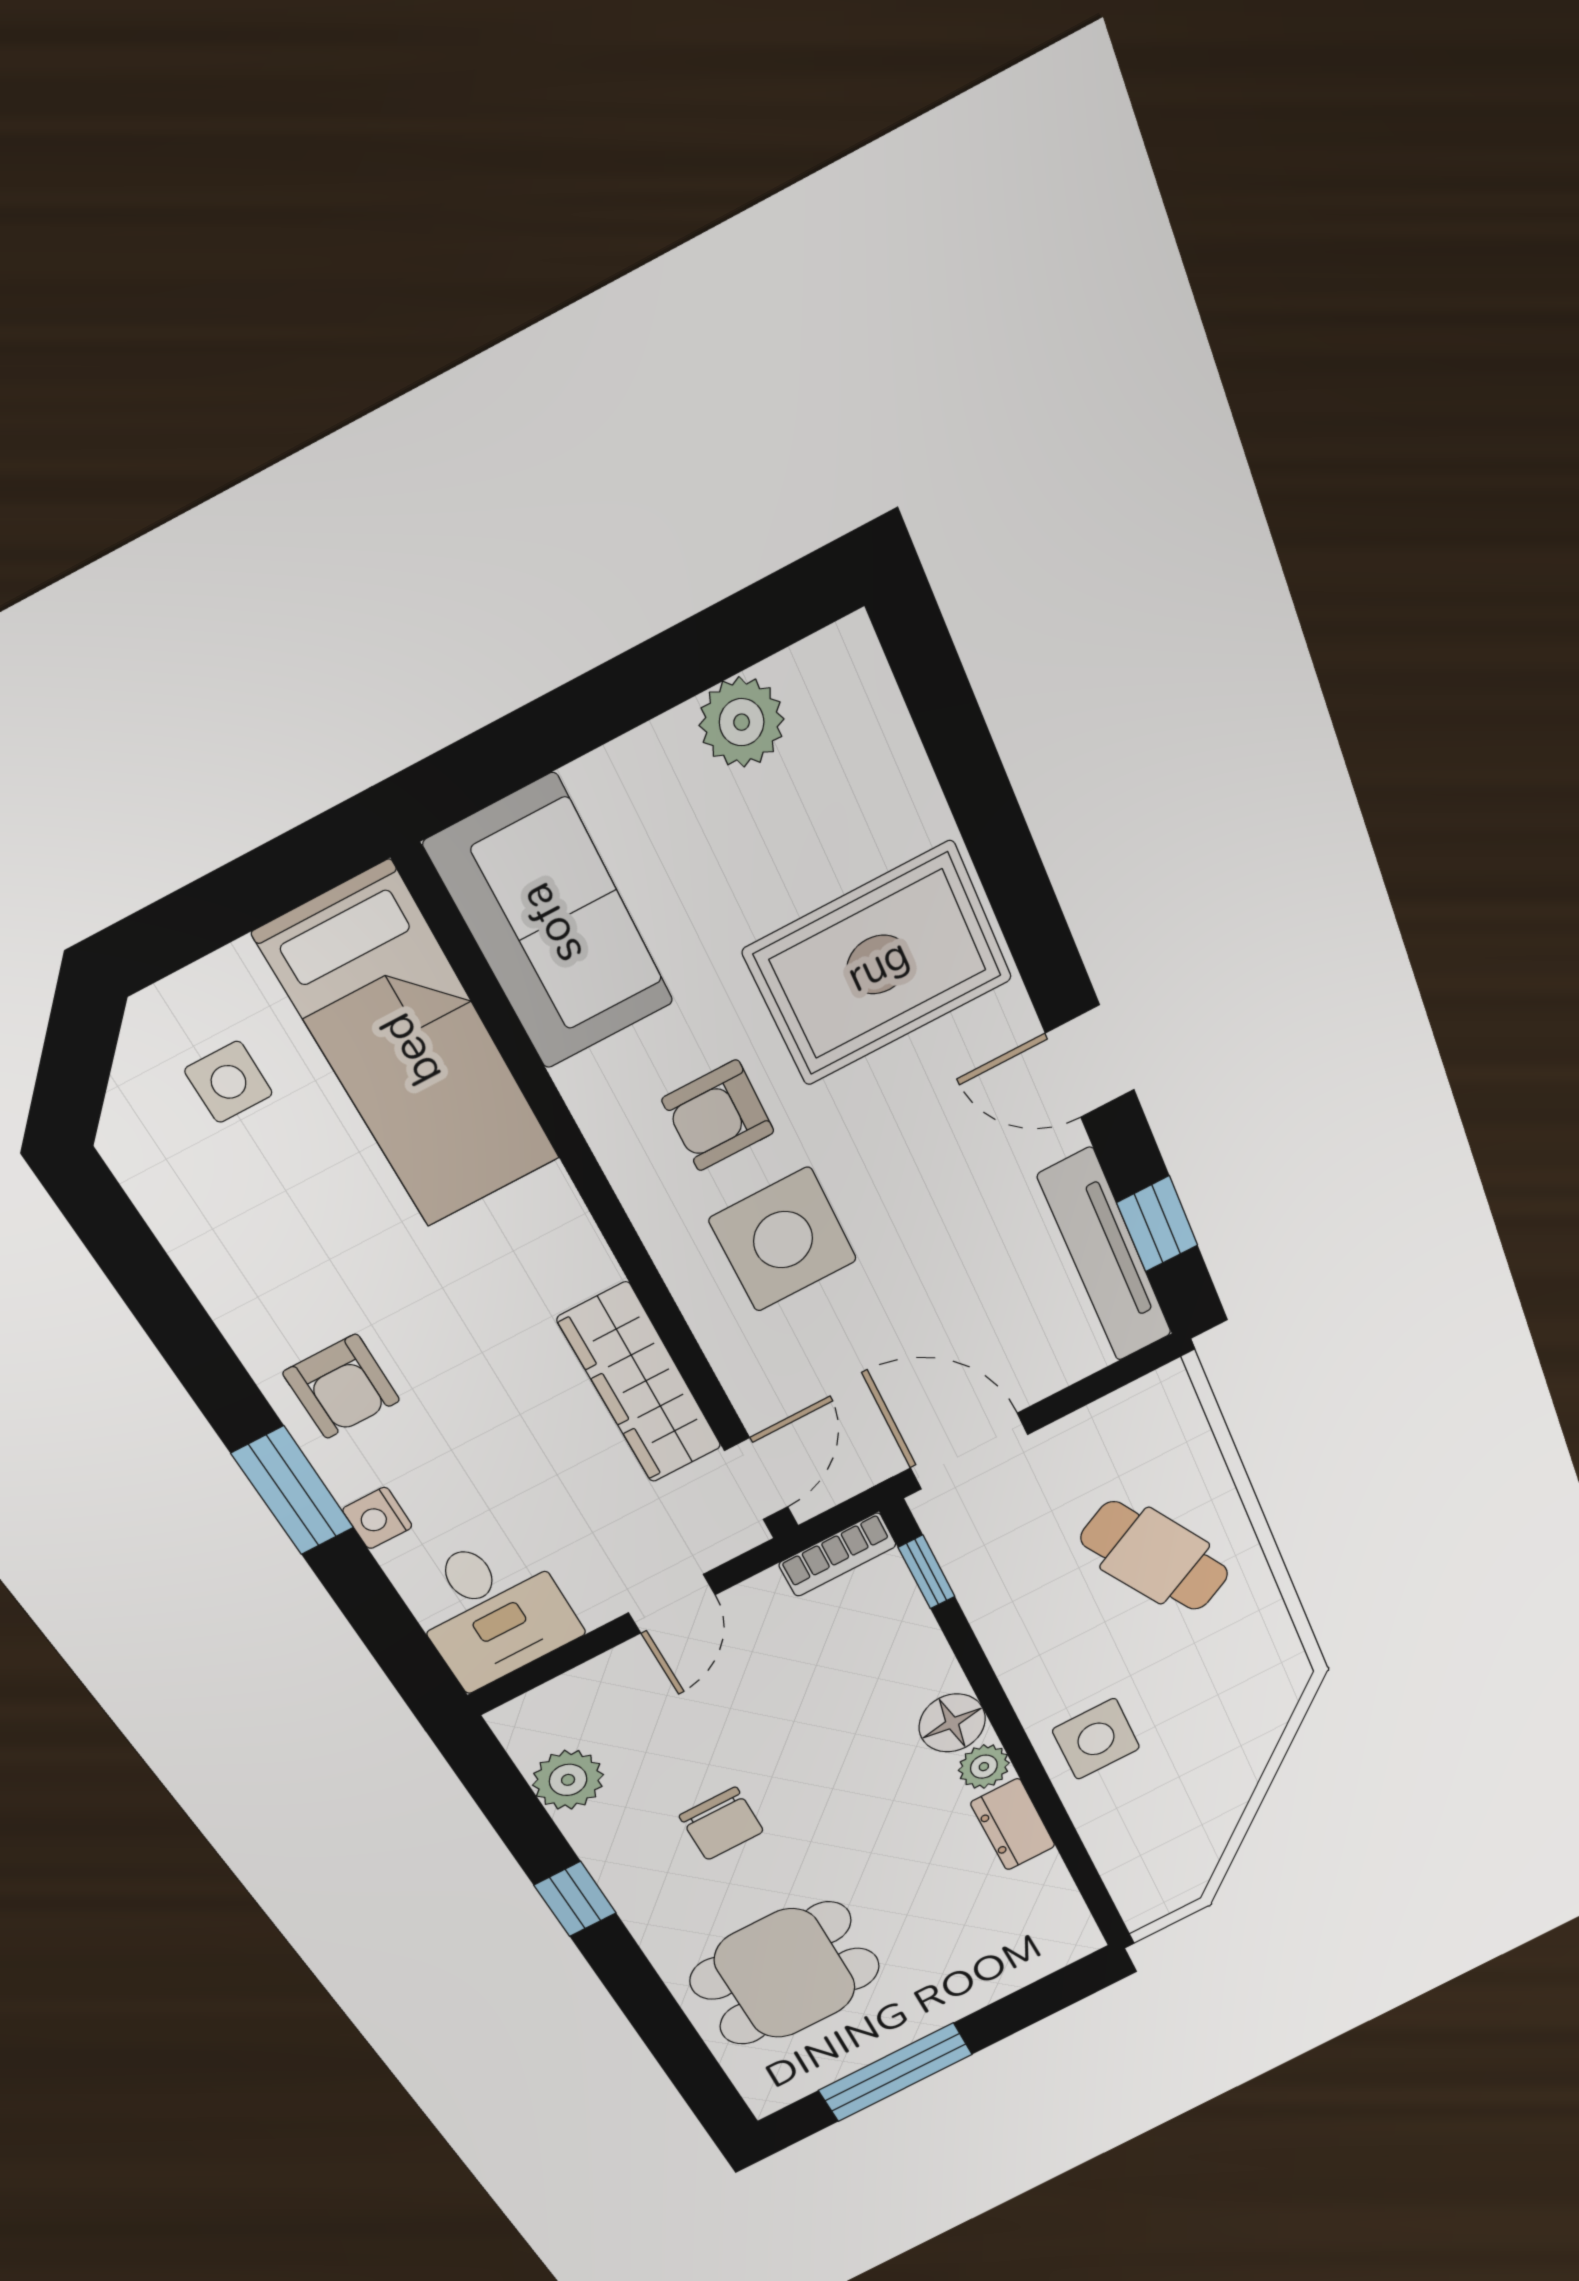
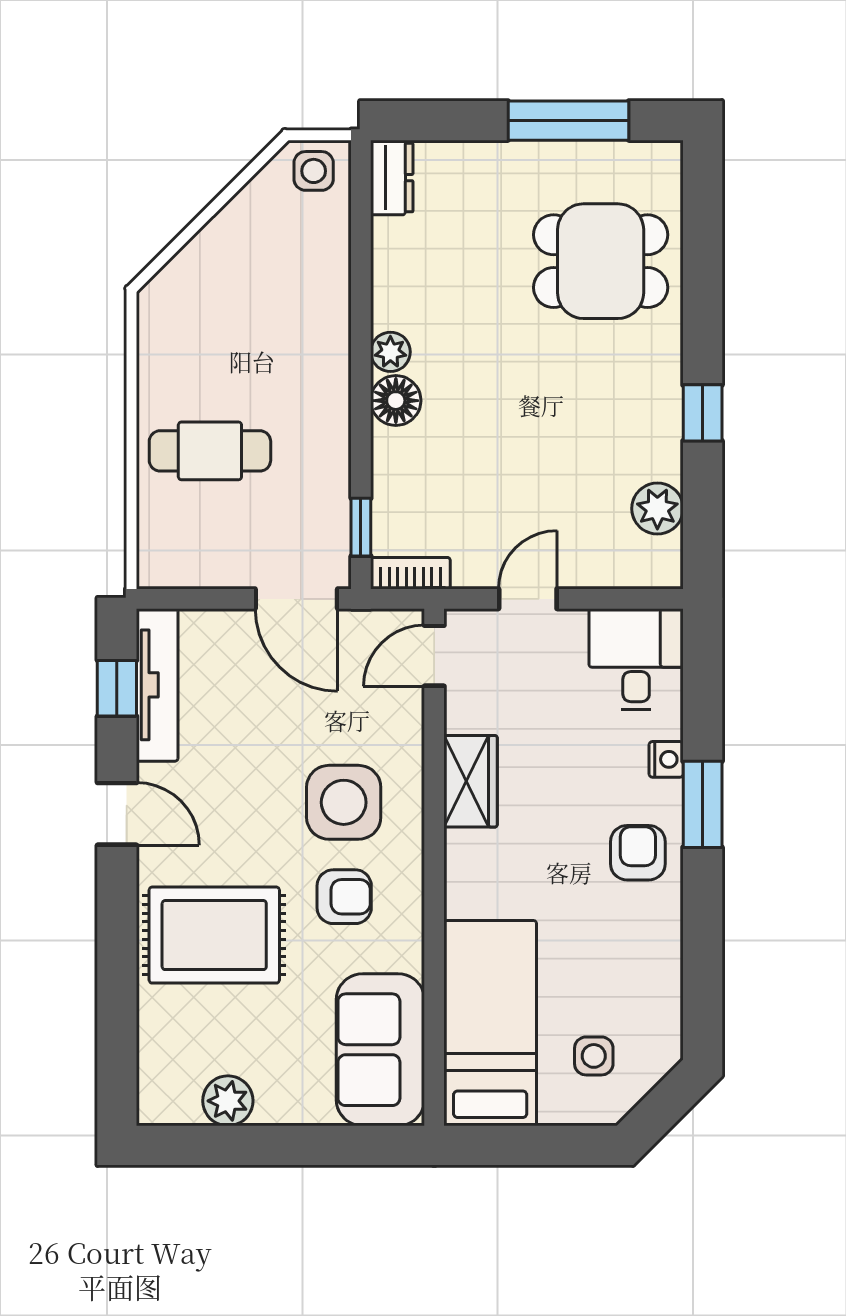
wardrobe: (640, 1384) -> (471, 781), width x0.67
cafe table: (1155, 1556) -> (210, 451), turned -61
side table: (1096, 1739) -> (314, 171), moved, width x0.73, depth x0.73
chair: (721, 1824) -> (580, 414), removed
dresser: (1013, 1824) -> (392, 178), moved

